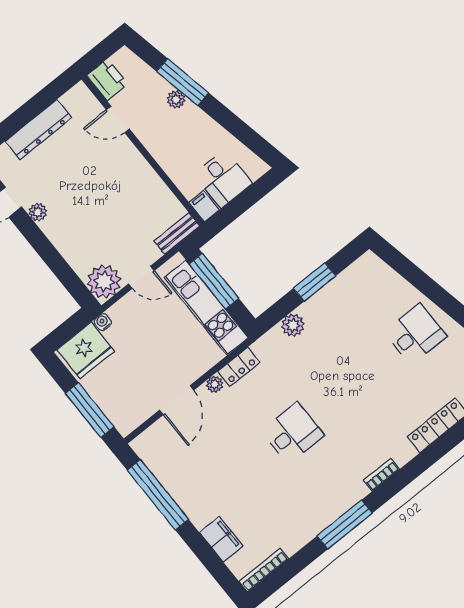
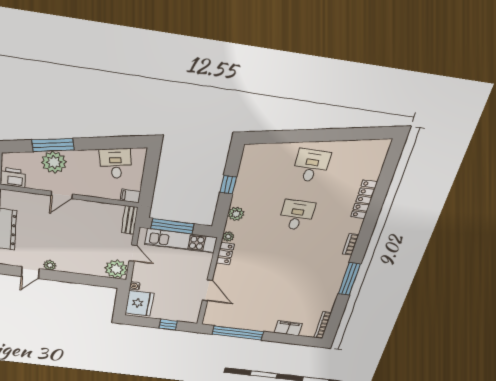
plant: (176, 99) -> (54, 162), width x1.87, depth x1.87
door: (118, 119) -> (62, 195), moved
desk: (223, 179) -> (116, 164), moved, turned -101
door: (141, 277) -> (133, 253), hinge flipped
window: (314, 282) -> (228, 185), width x0.67
plant: (215, 384) -> (228, 237), moved
window: (90, 410) -> (168, 325), width x0.46
desk: (293, 433) -> (297, 215), moved

